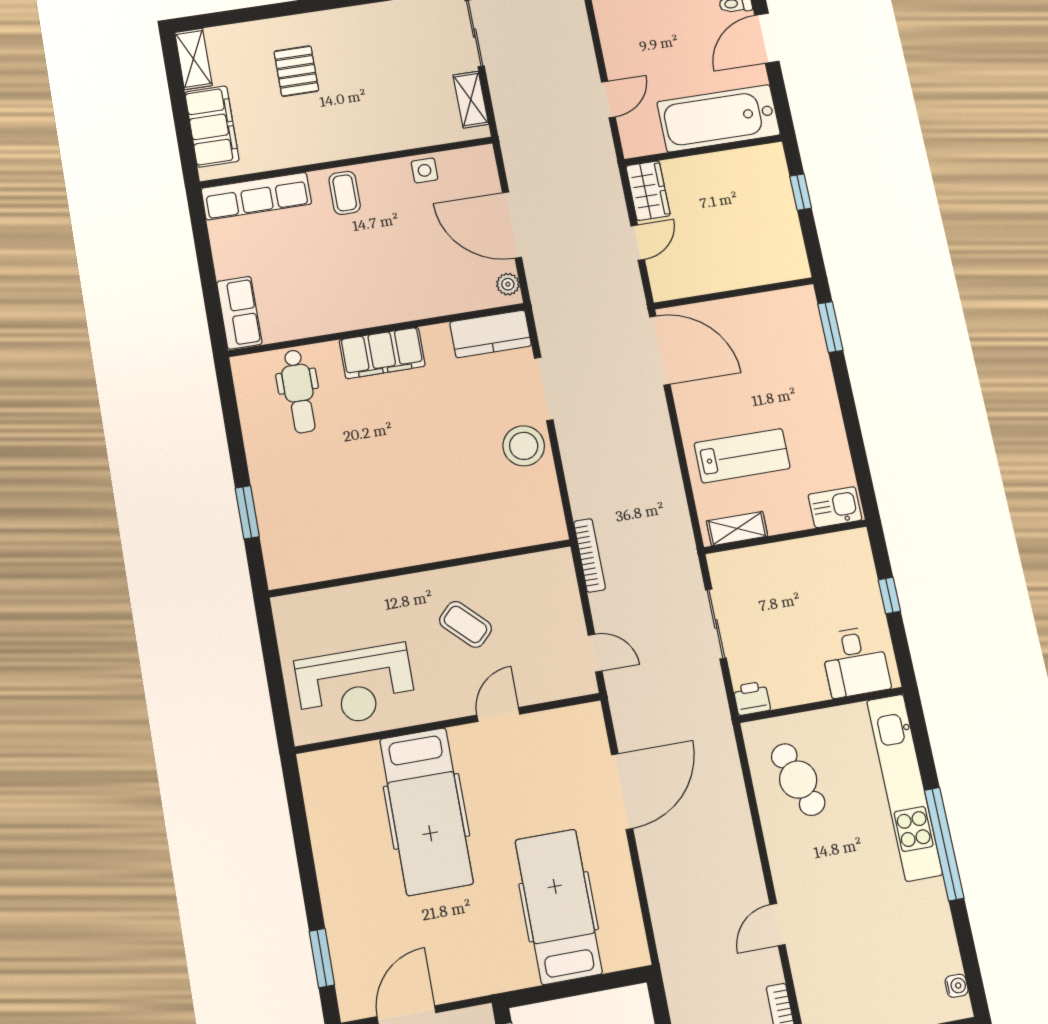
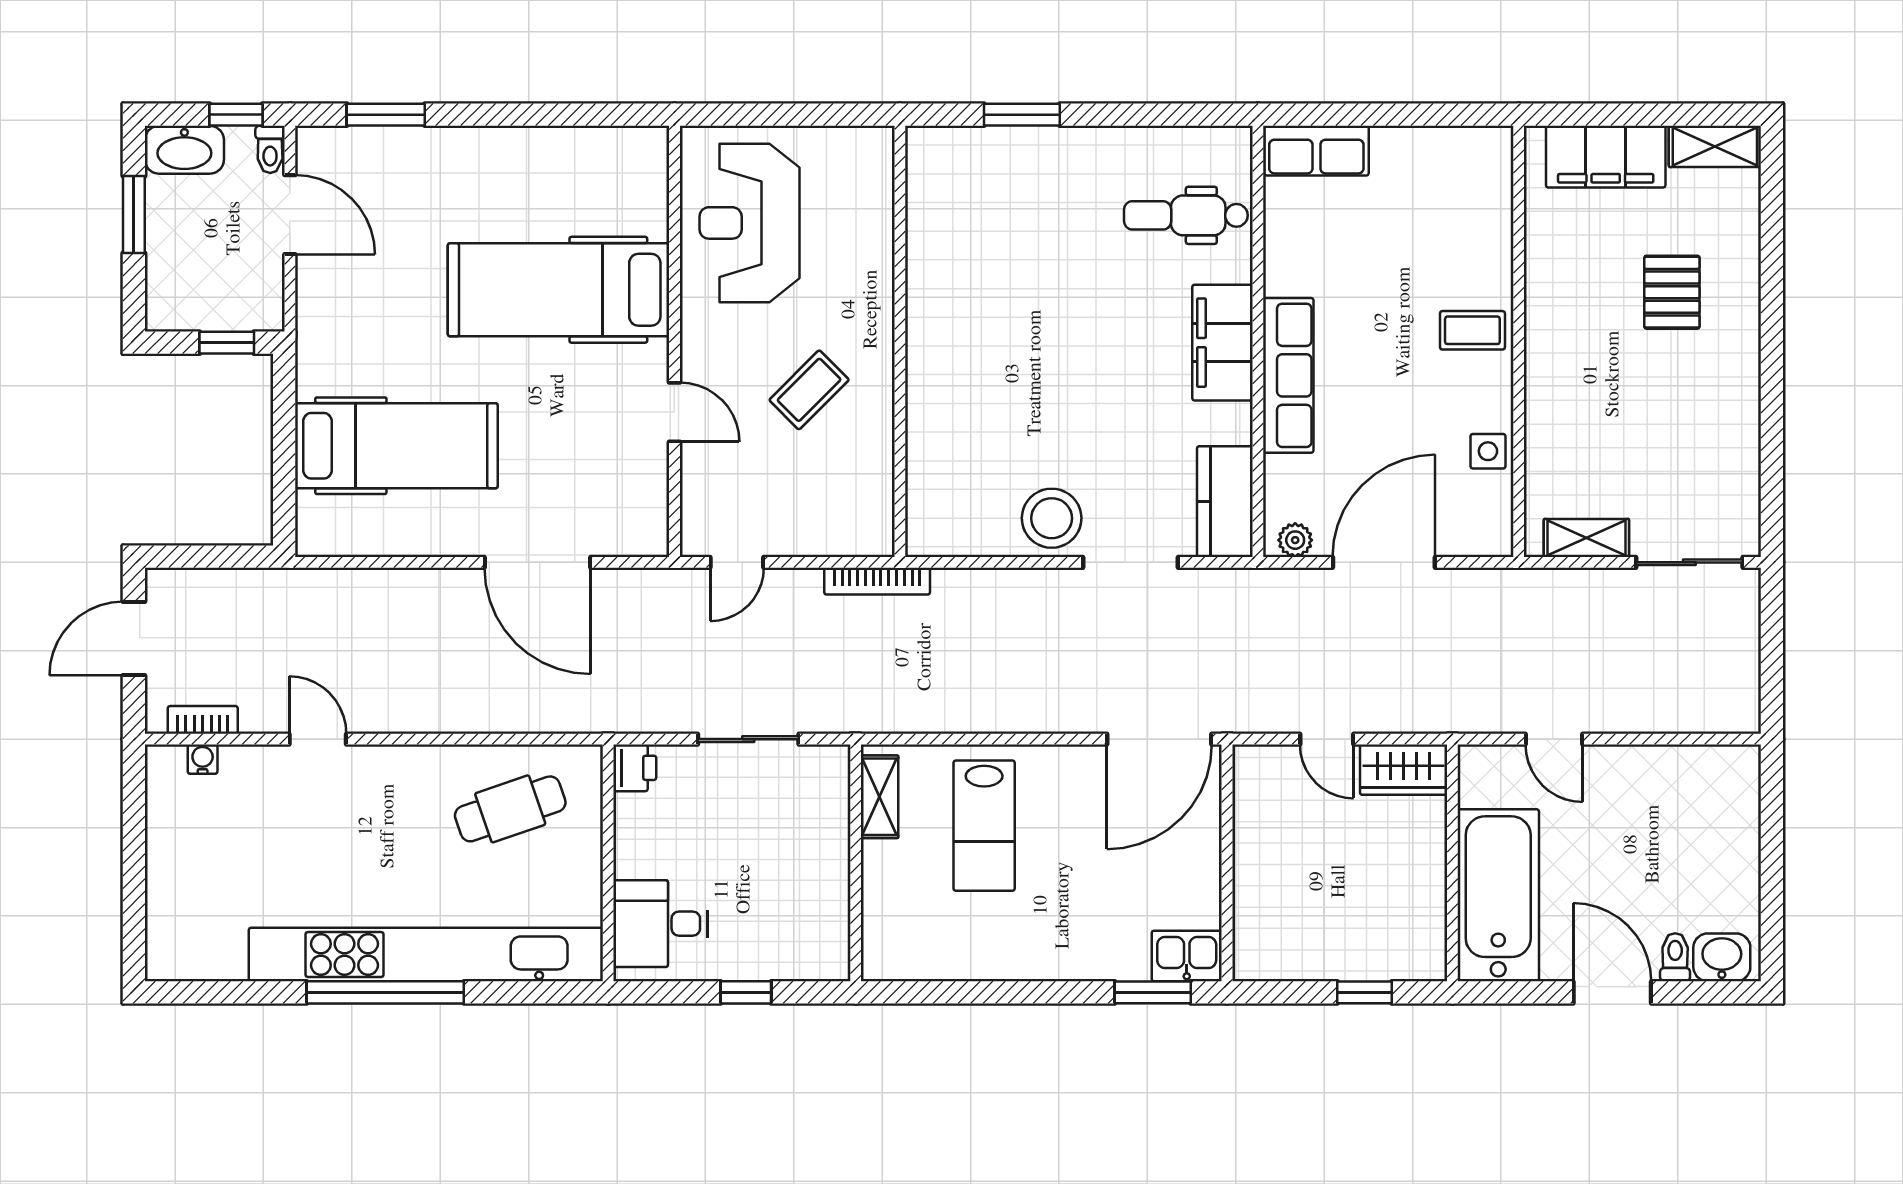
pallet: (296, 71) -> (1672, 292), turned 90
row of seats: (256, 196) -> (1288, 375), moved, turned 180
kitchen sink: (835, 507) -> (1187, 956), moved, turned -90
kitchen unit: (904, 787) -> (426, 955), width x1.36
water cooler: (957, 986) -> (203, 759), moved, turned 180

